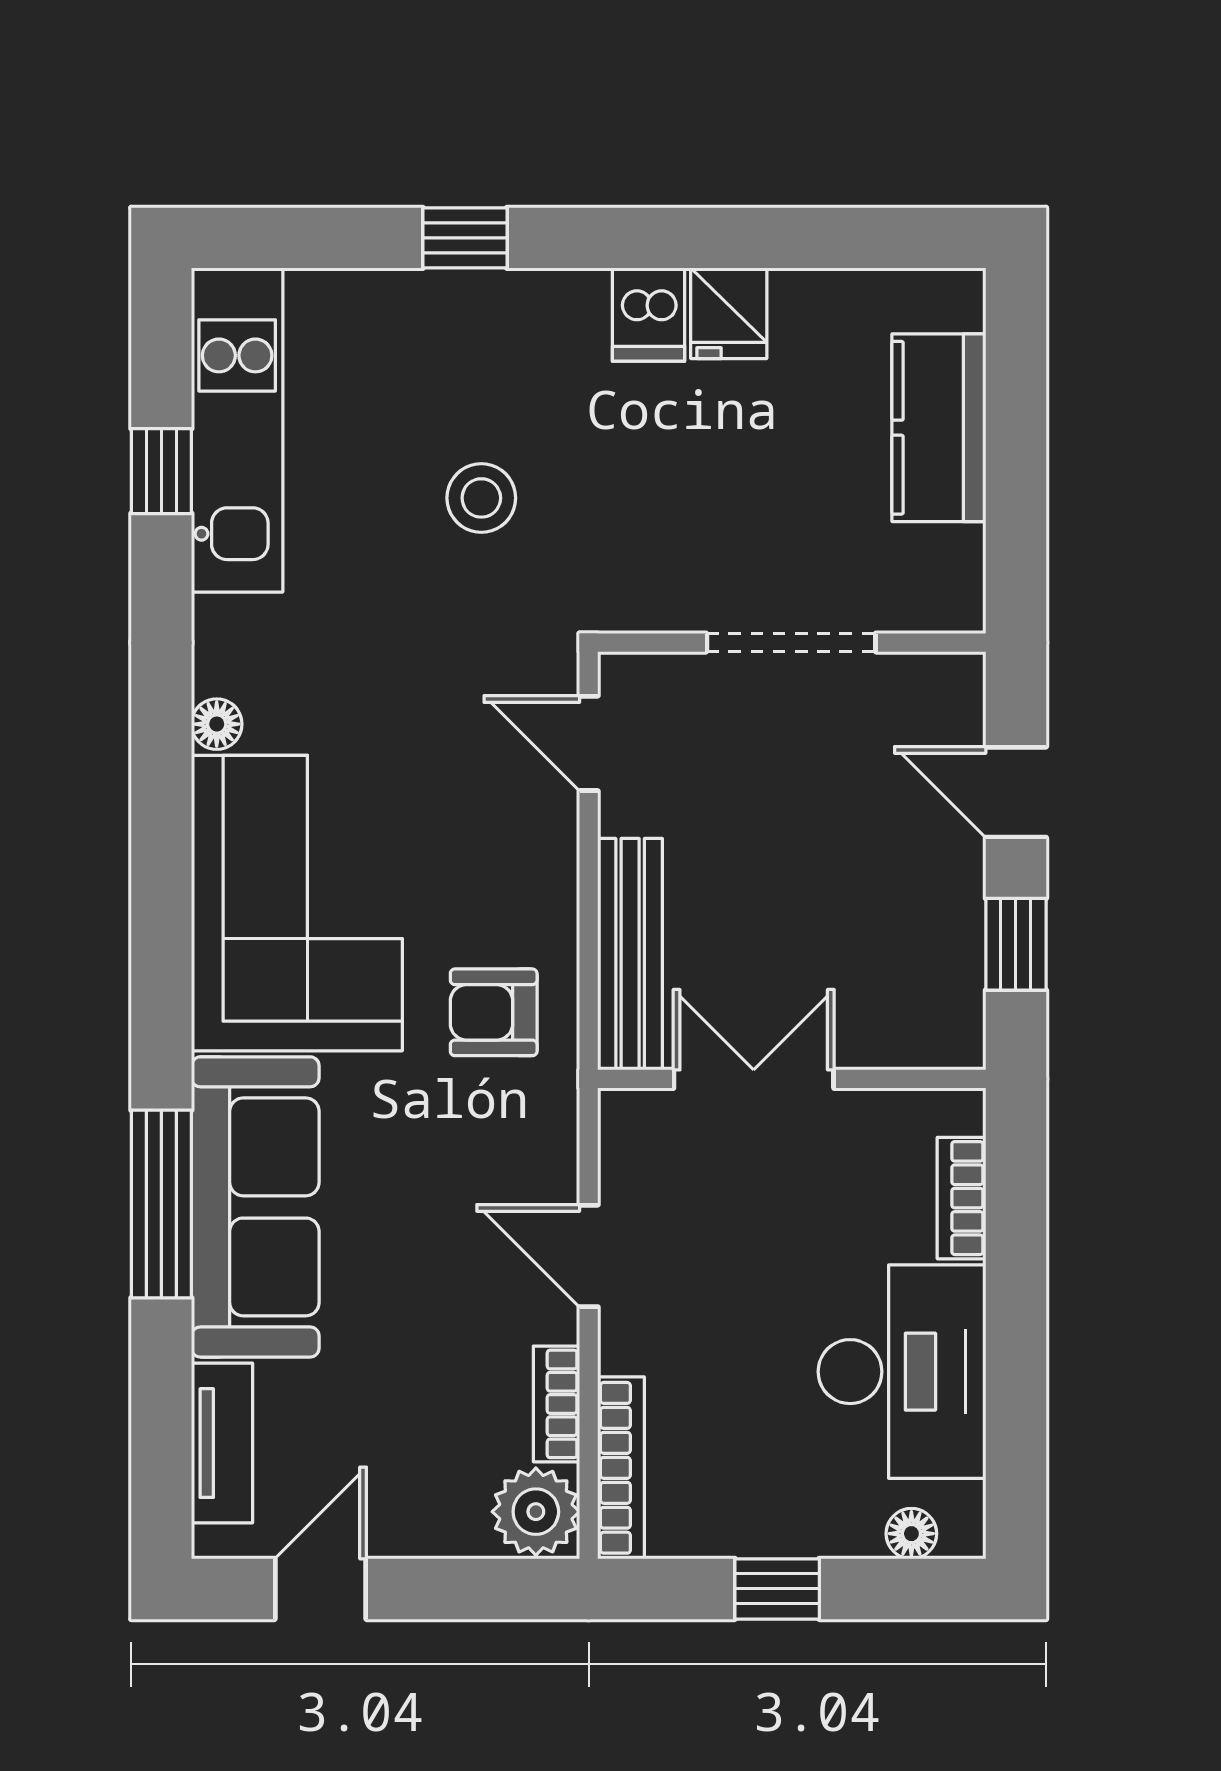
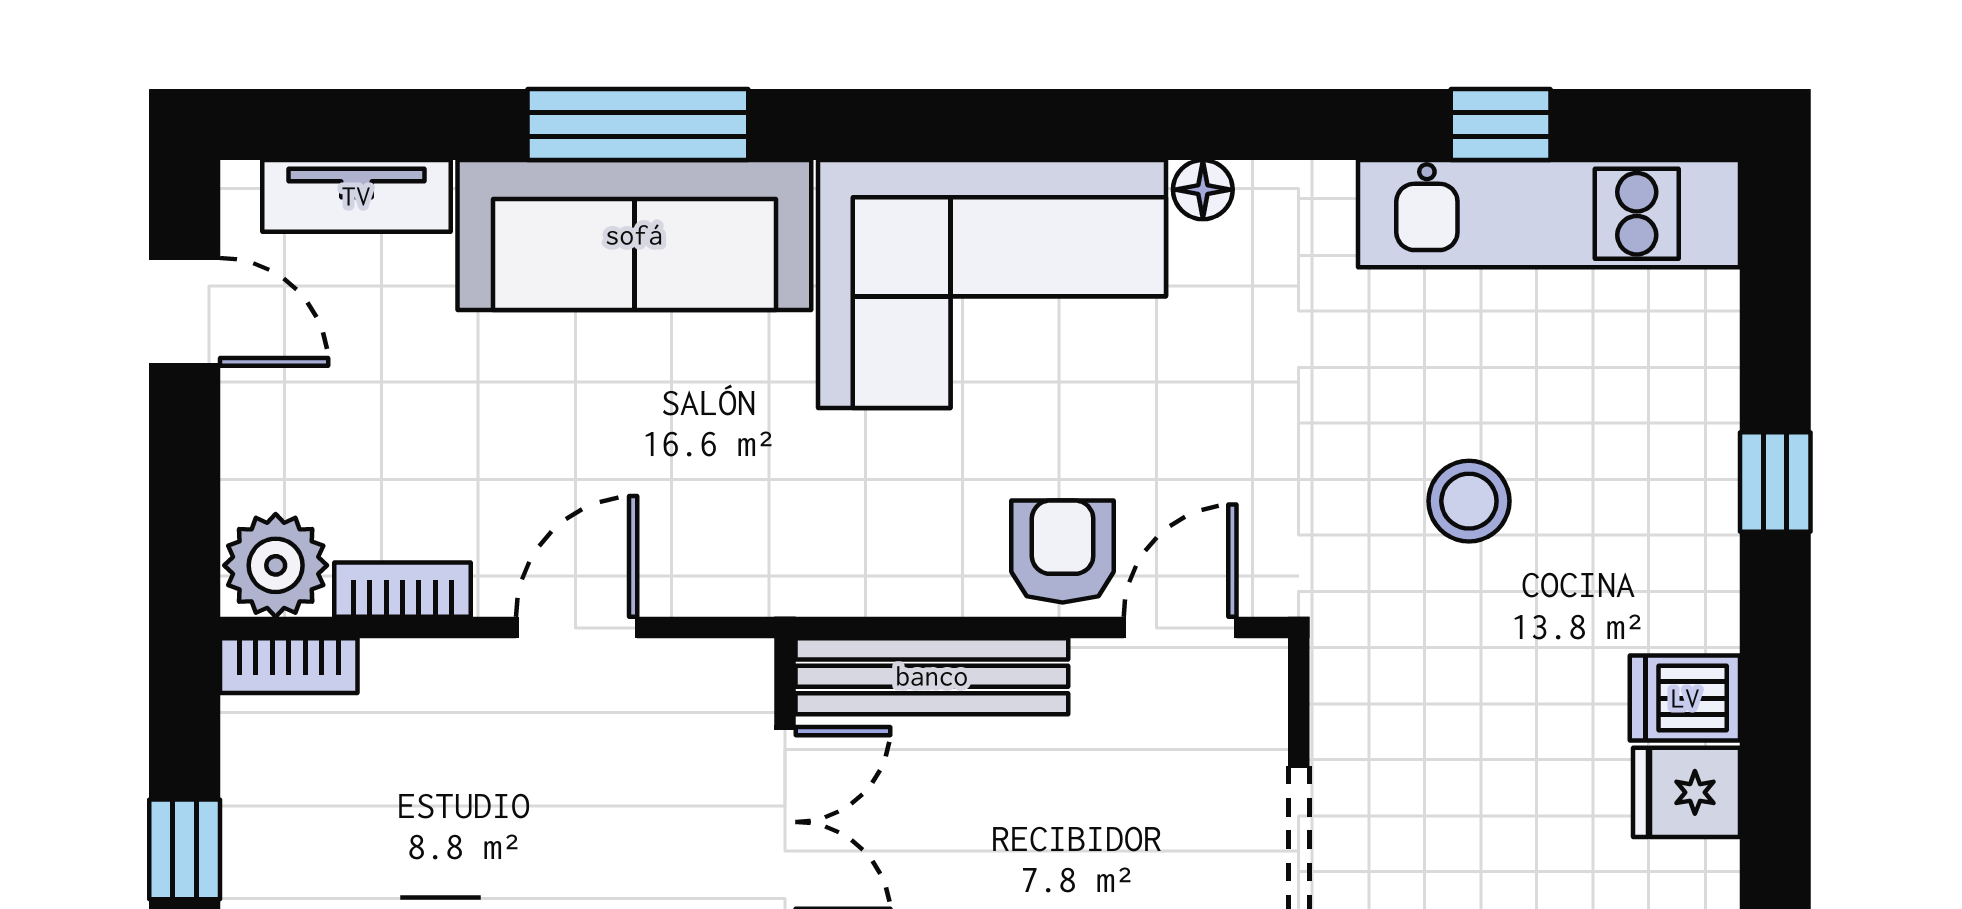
armchair: (494, 1012) -> (1063, 552), moved
bookcase: (621, 1468) -> (289, 666), width x0.64

